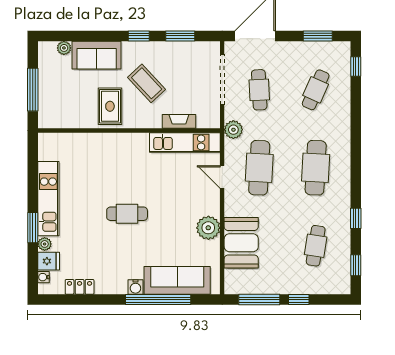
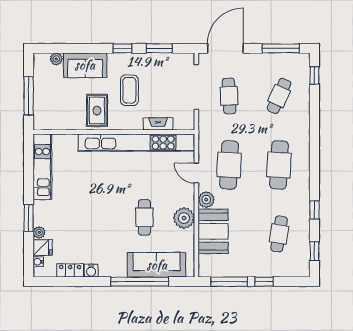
window: (318, 36) -> (281, 48), width x1.44
coffee table: (147, 83) -> (129, 90), turned 43
plant: (233, 130) -> (206, 200), moved
kitchen unit: (185, 142) -> (136, 143), width x1.86
kitchen unit: (48, 199) -> (42, 167), moved
cafe table: (127, 214) -> (144, 217), moved, turned 90
water cooler: (135, 287) -> (91, 271), moved

